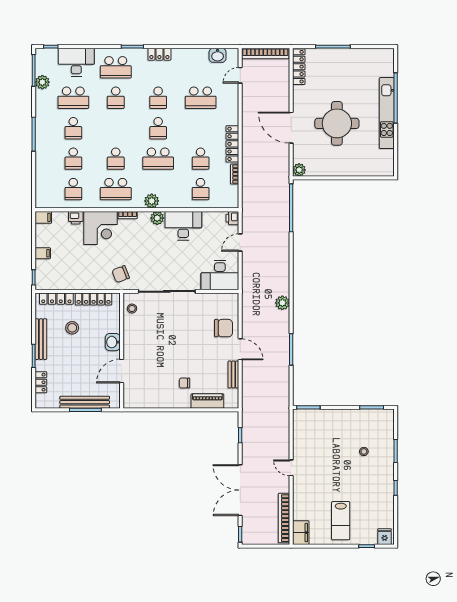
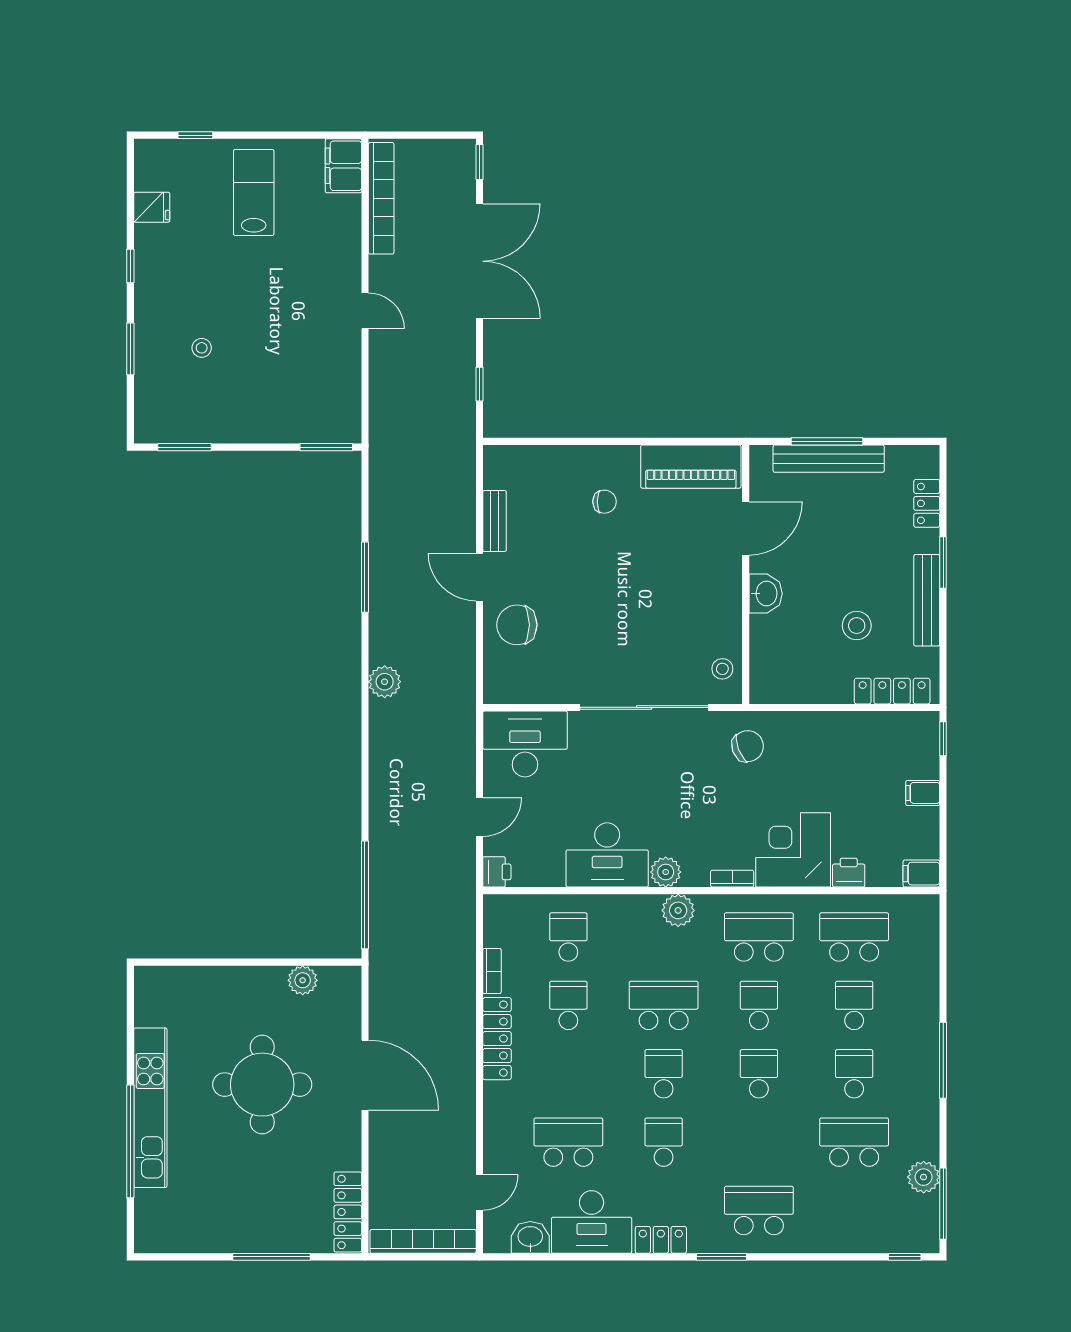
desk: (76, 62) -> (592, 1222), moved
school desk: (116, 98) -> (759, 1074), moved
plant: (299, 170) -> (303, 980), moved
school desk: (73, 189) -> (854, 937), width x1.85
locker: (94, 299) -> (809, 690), removed
piano: (207, 401) -> (691, 467), moved, width x1.37, depth x1.33
fridge: (385, 537) -> (152, 207), moved, turned -90

